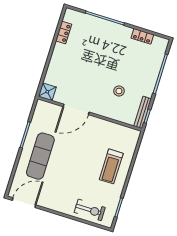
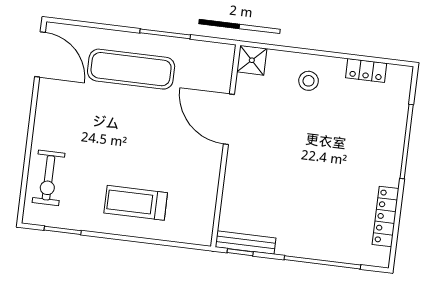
locker: (142, 36) -> (385, 217), width x1.53
stool: (119, 91) -> (309, 81), moved

